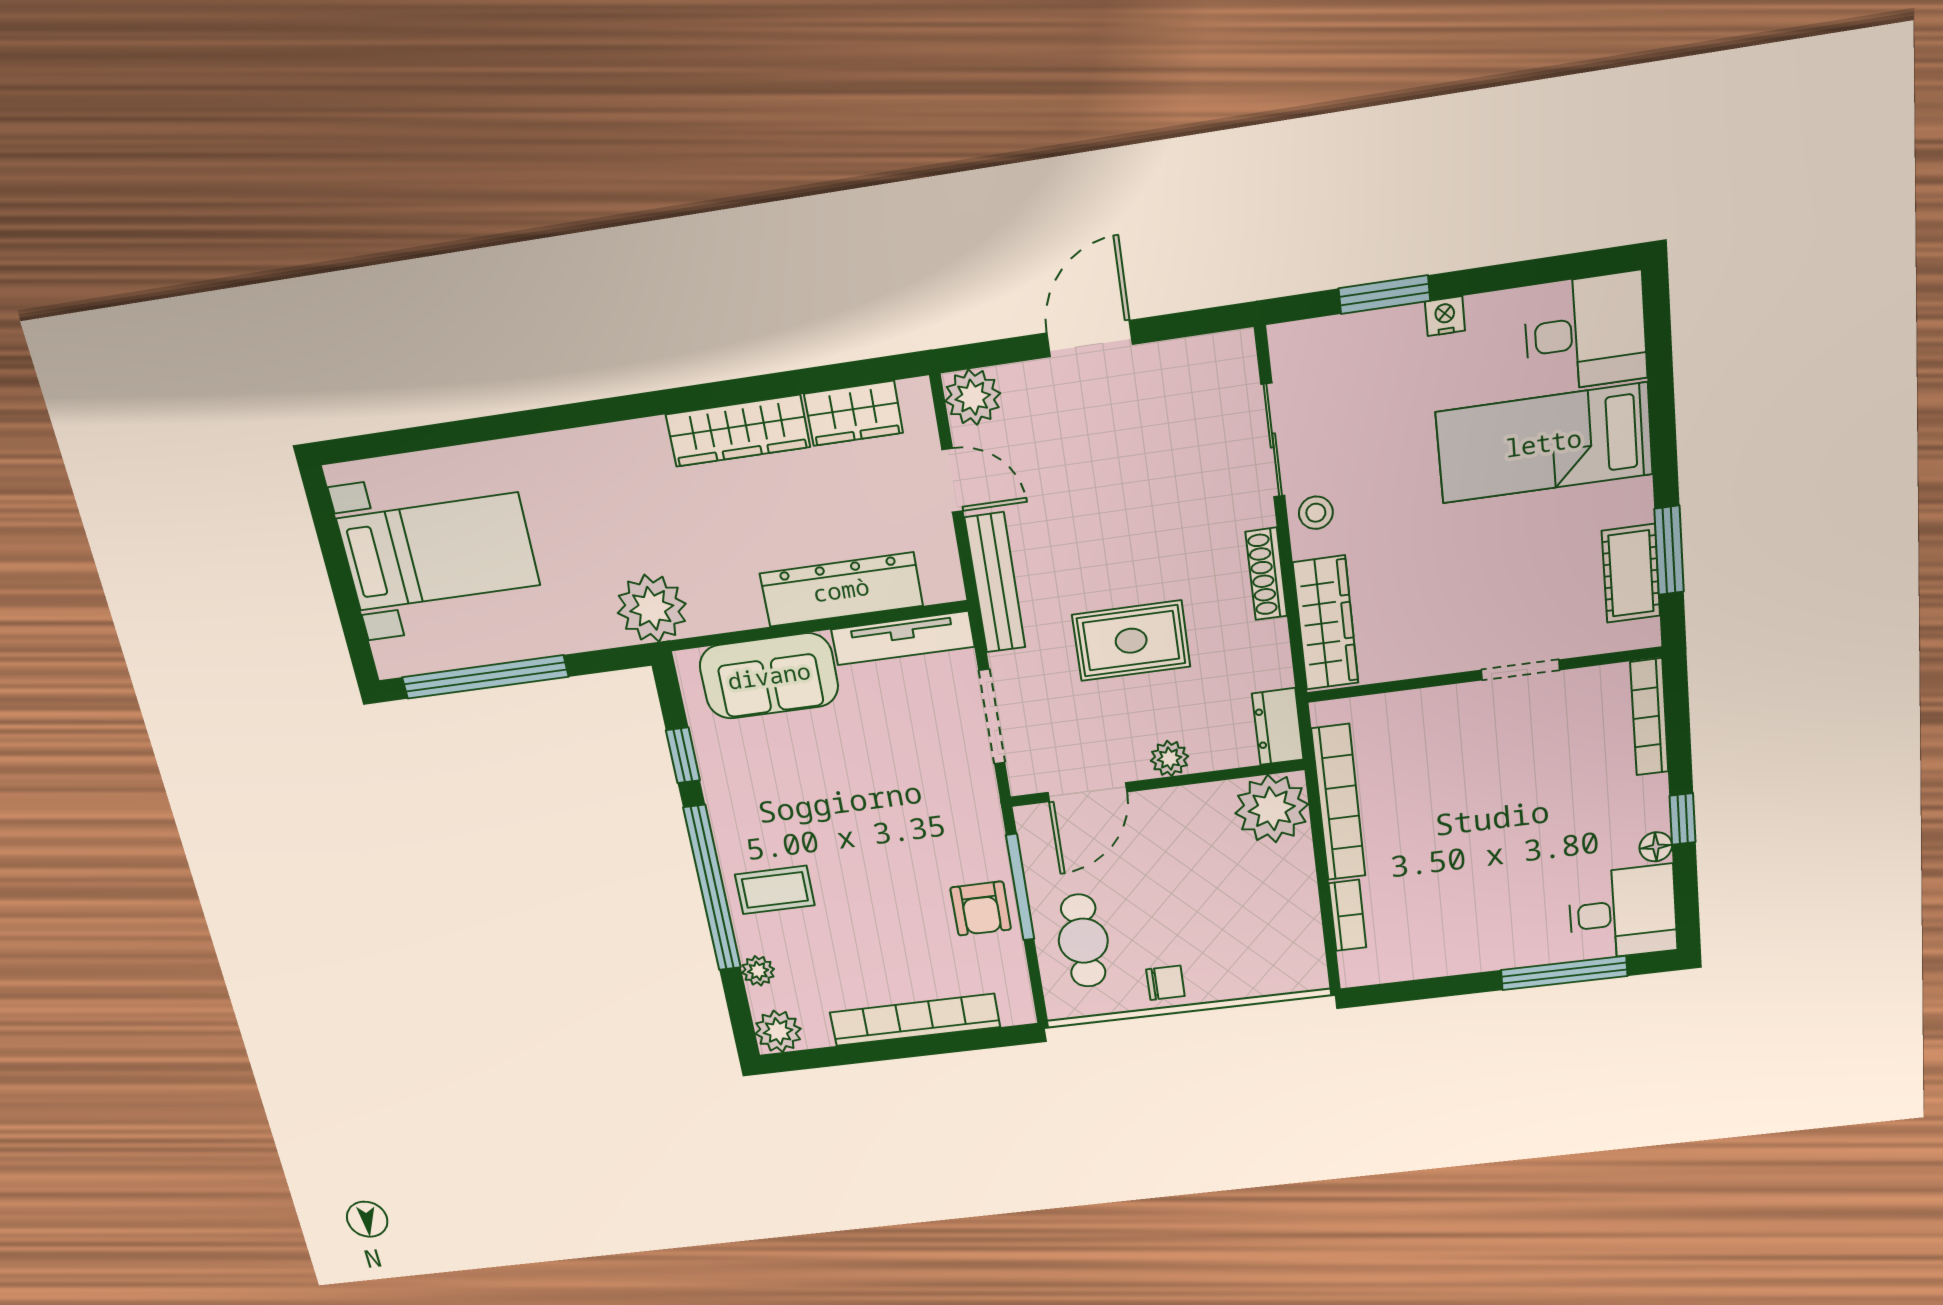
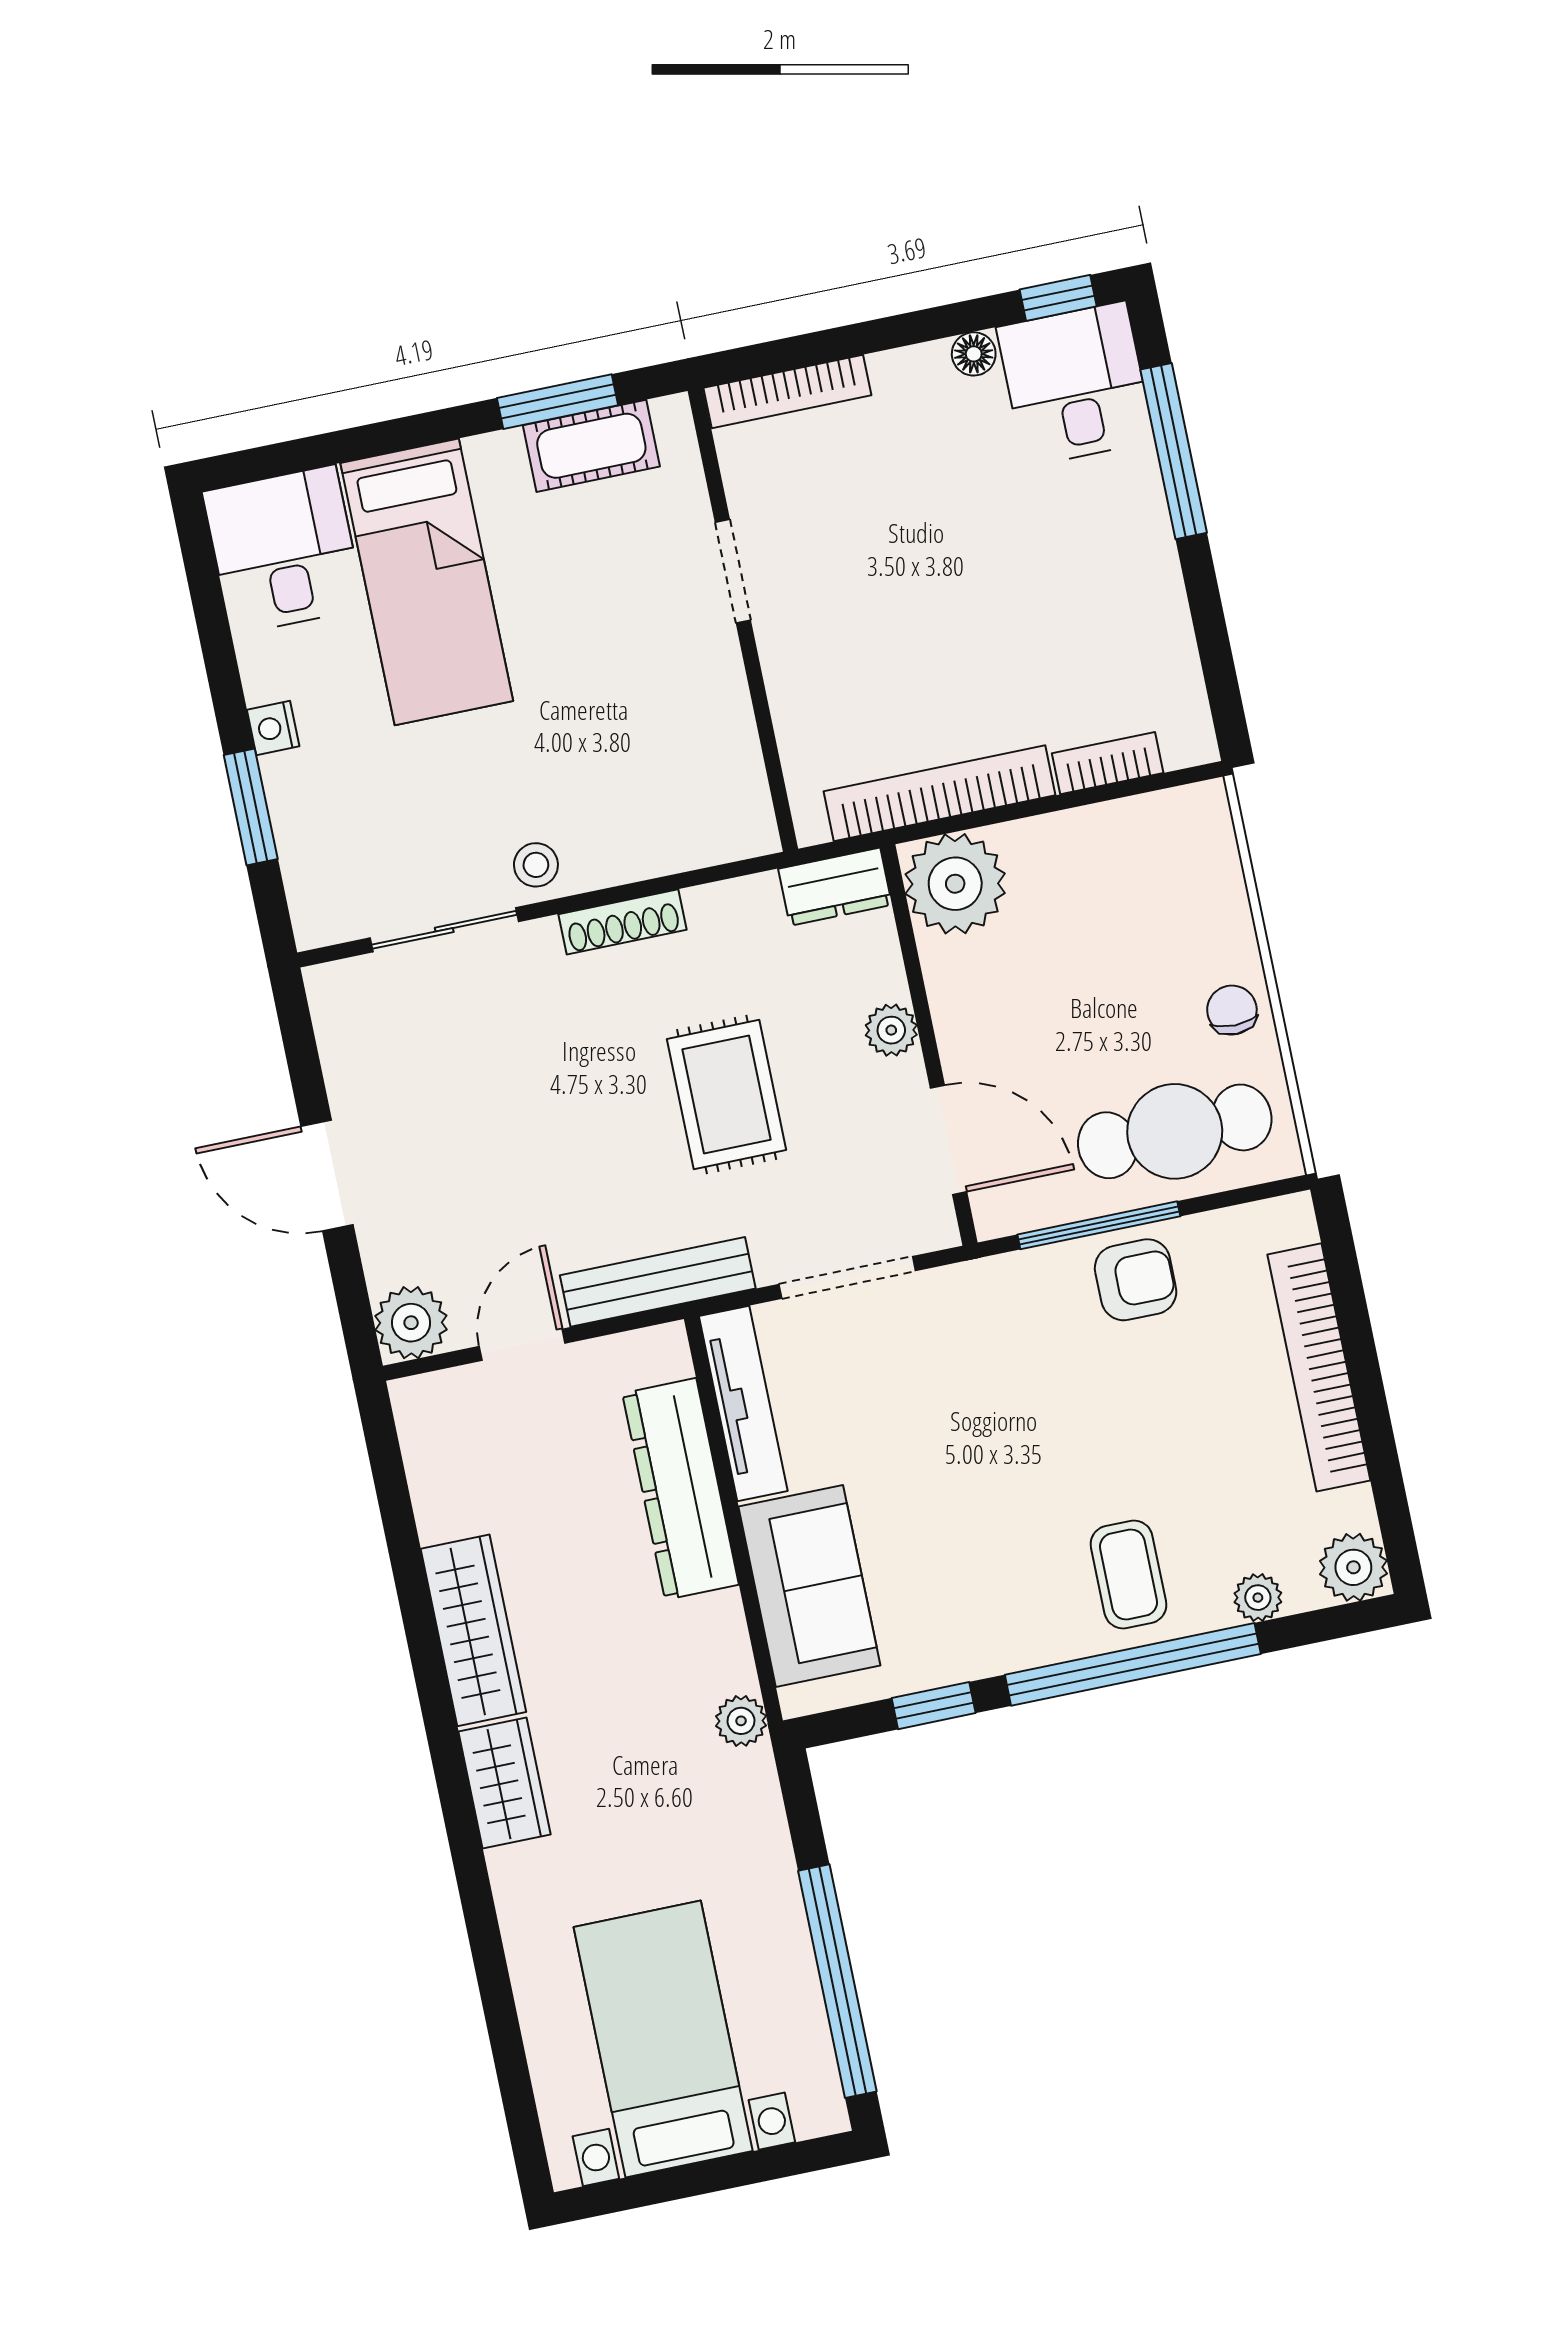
wardrobe: (854, 413) -> (505, 1783), moved
plant: (652, 608) -> (741, 1721), width x0.53, depth x0.53
wardrobe: (1326, 623) -> (685, 837), removed
window: (1682, 819) -> (1058, 298), moved
cafe table: (1083, 941) -> (1175, 1131), width x1.37, depth x1.35

